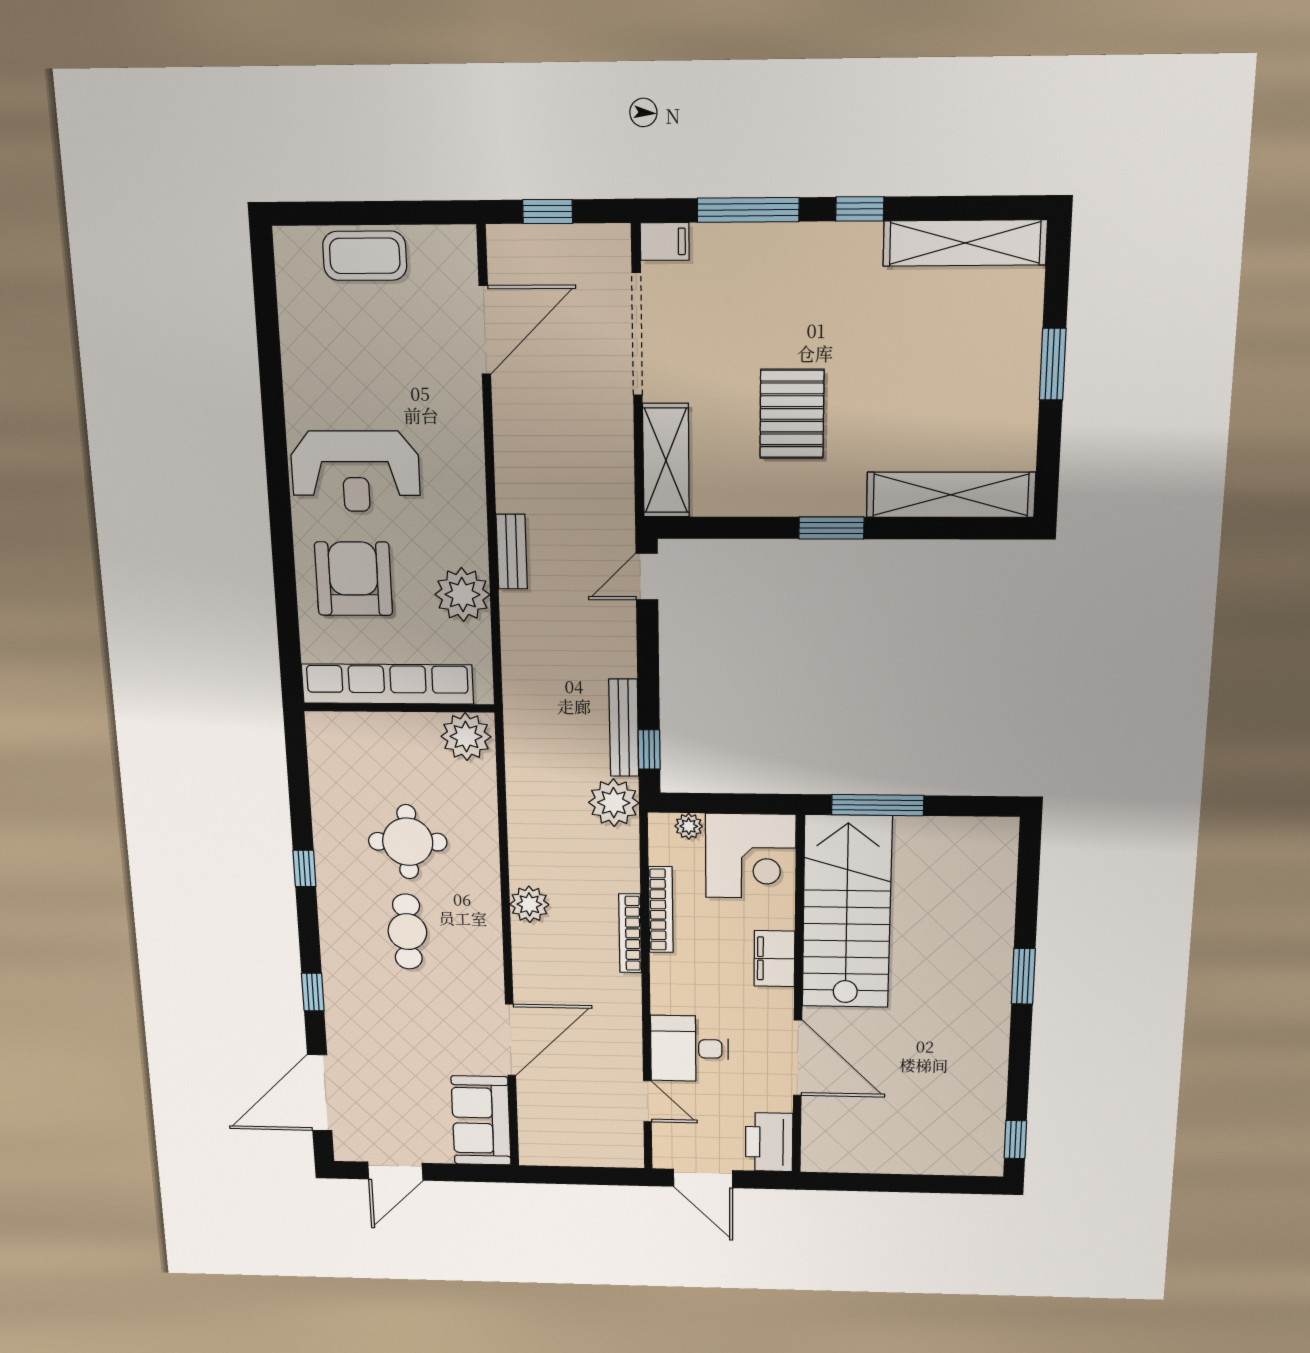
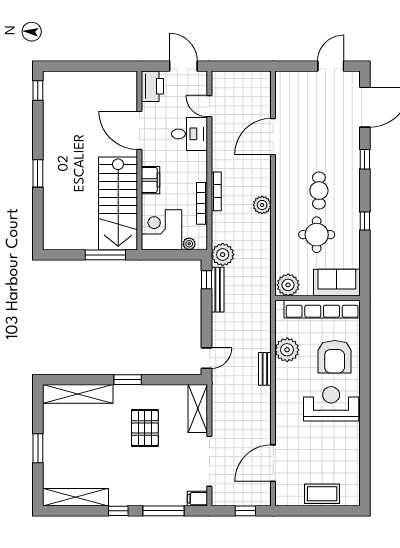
sofa: (481, 1121) -> (337, 283), moved, turned -90

